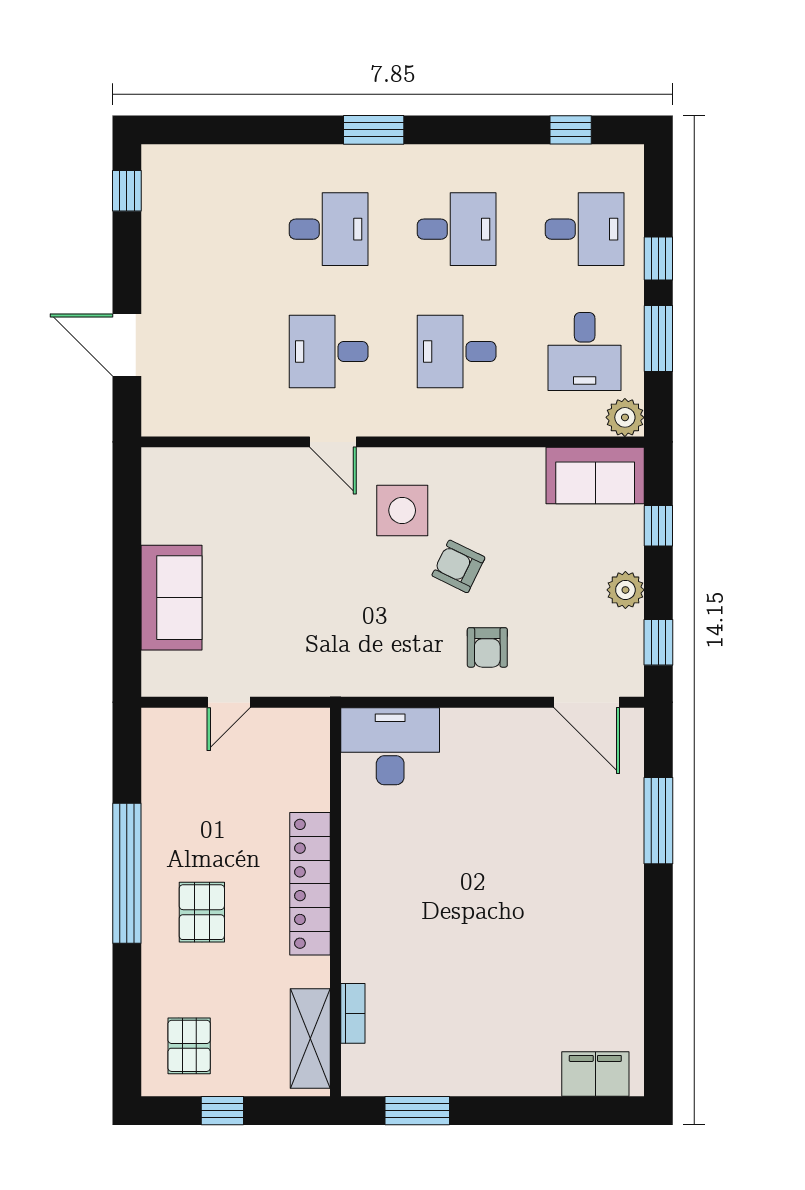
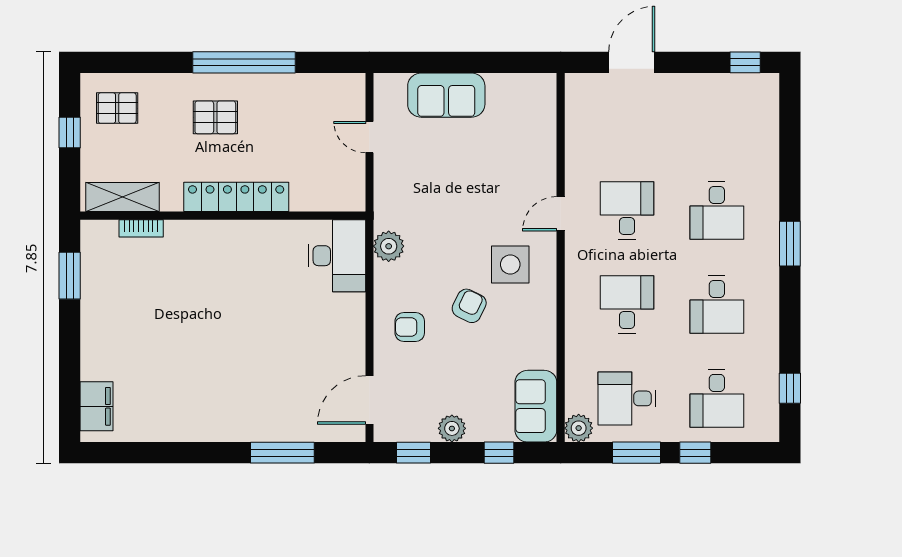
plant: (377, 676) -> (389, 246), added

